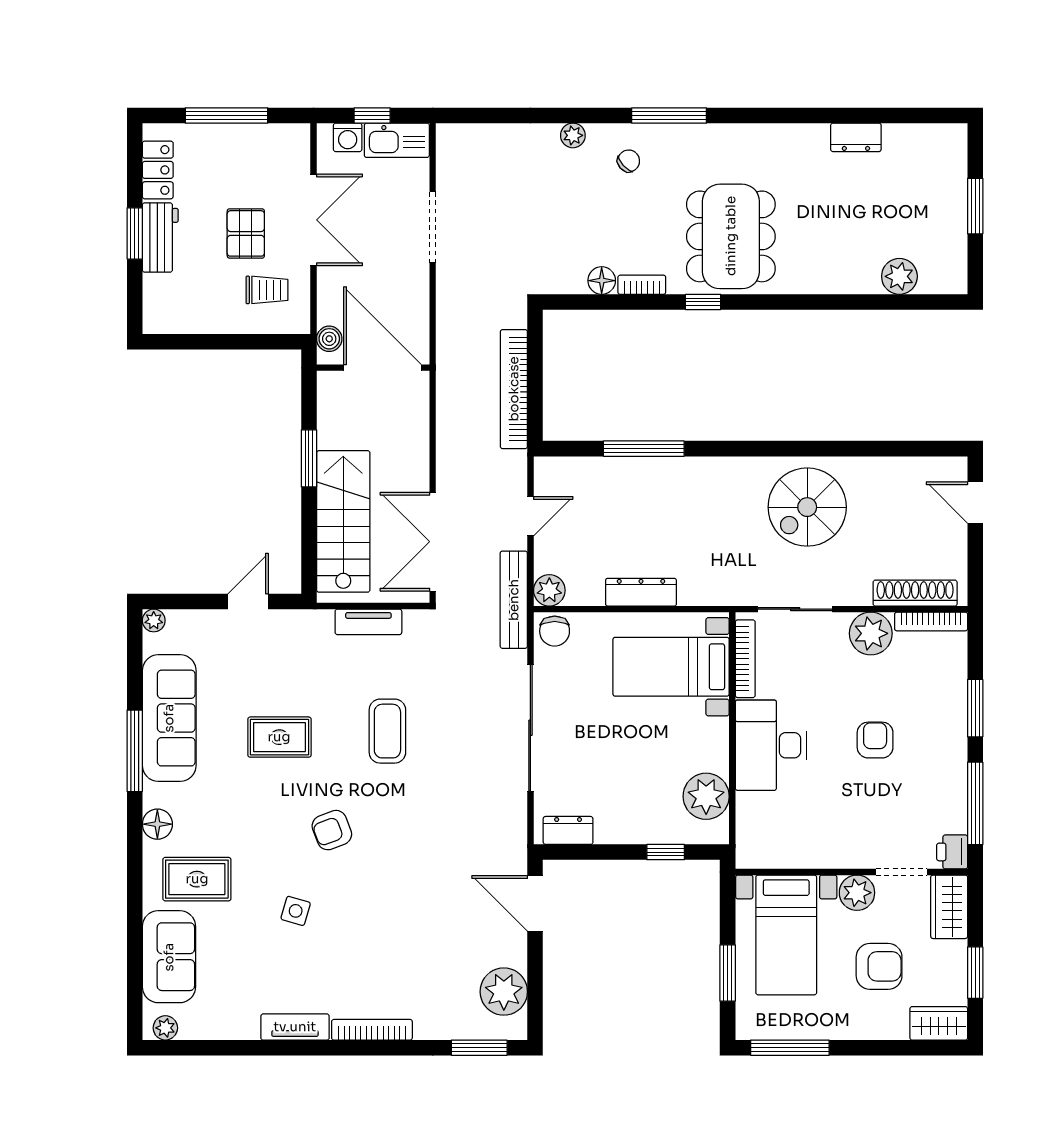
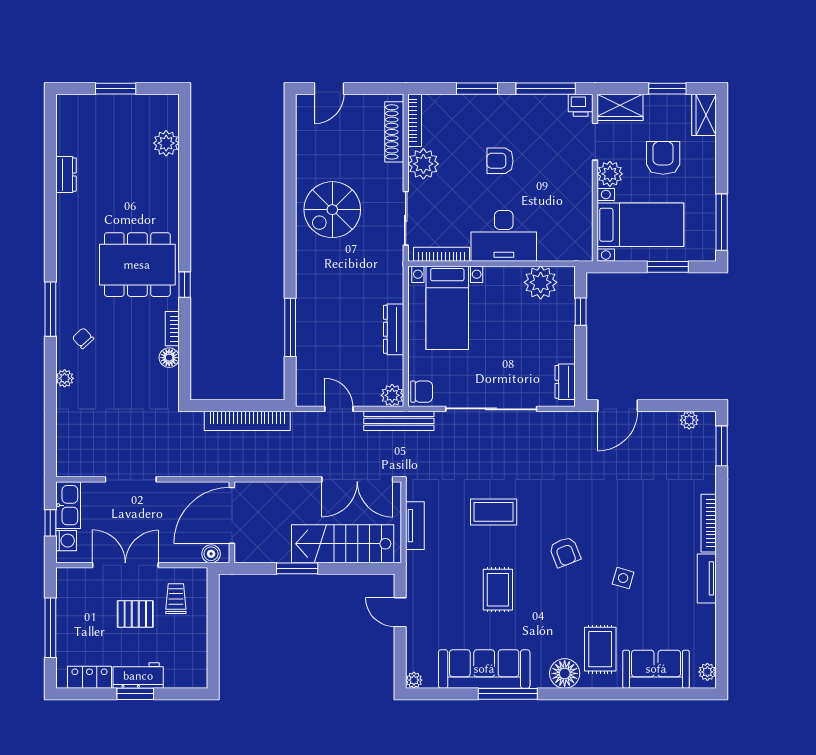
spiral stairs: (807, 507) -> (332, 210), turned 90
floor lamp: (157, 824) -> (565, 673), width x1.38, depth x1.38
plant: (504, 992) -> (689, 420), width x0.53, depth x0.53

